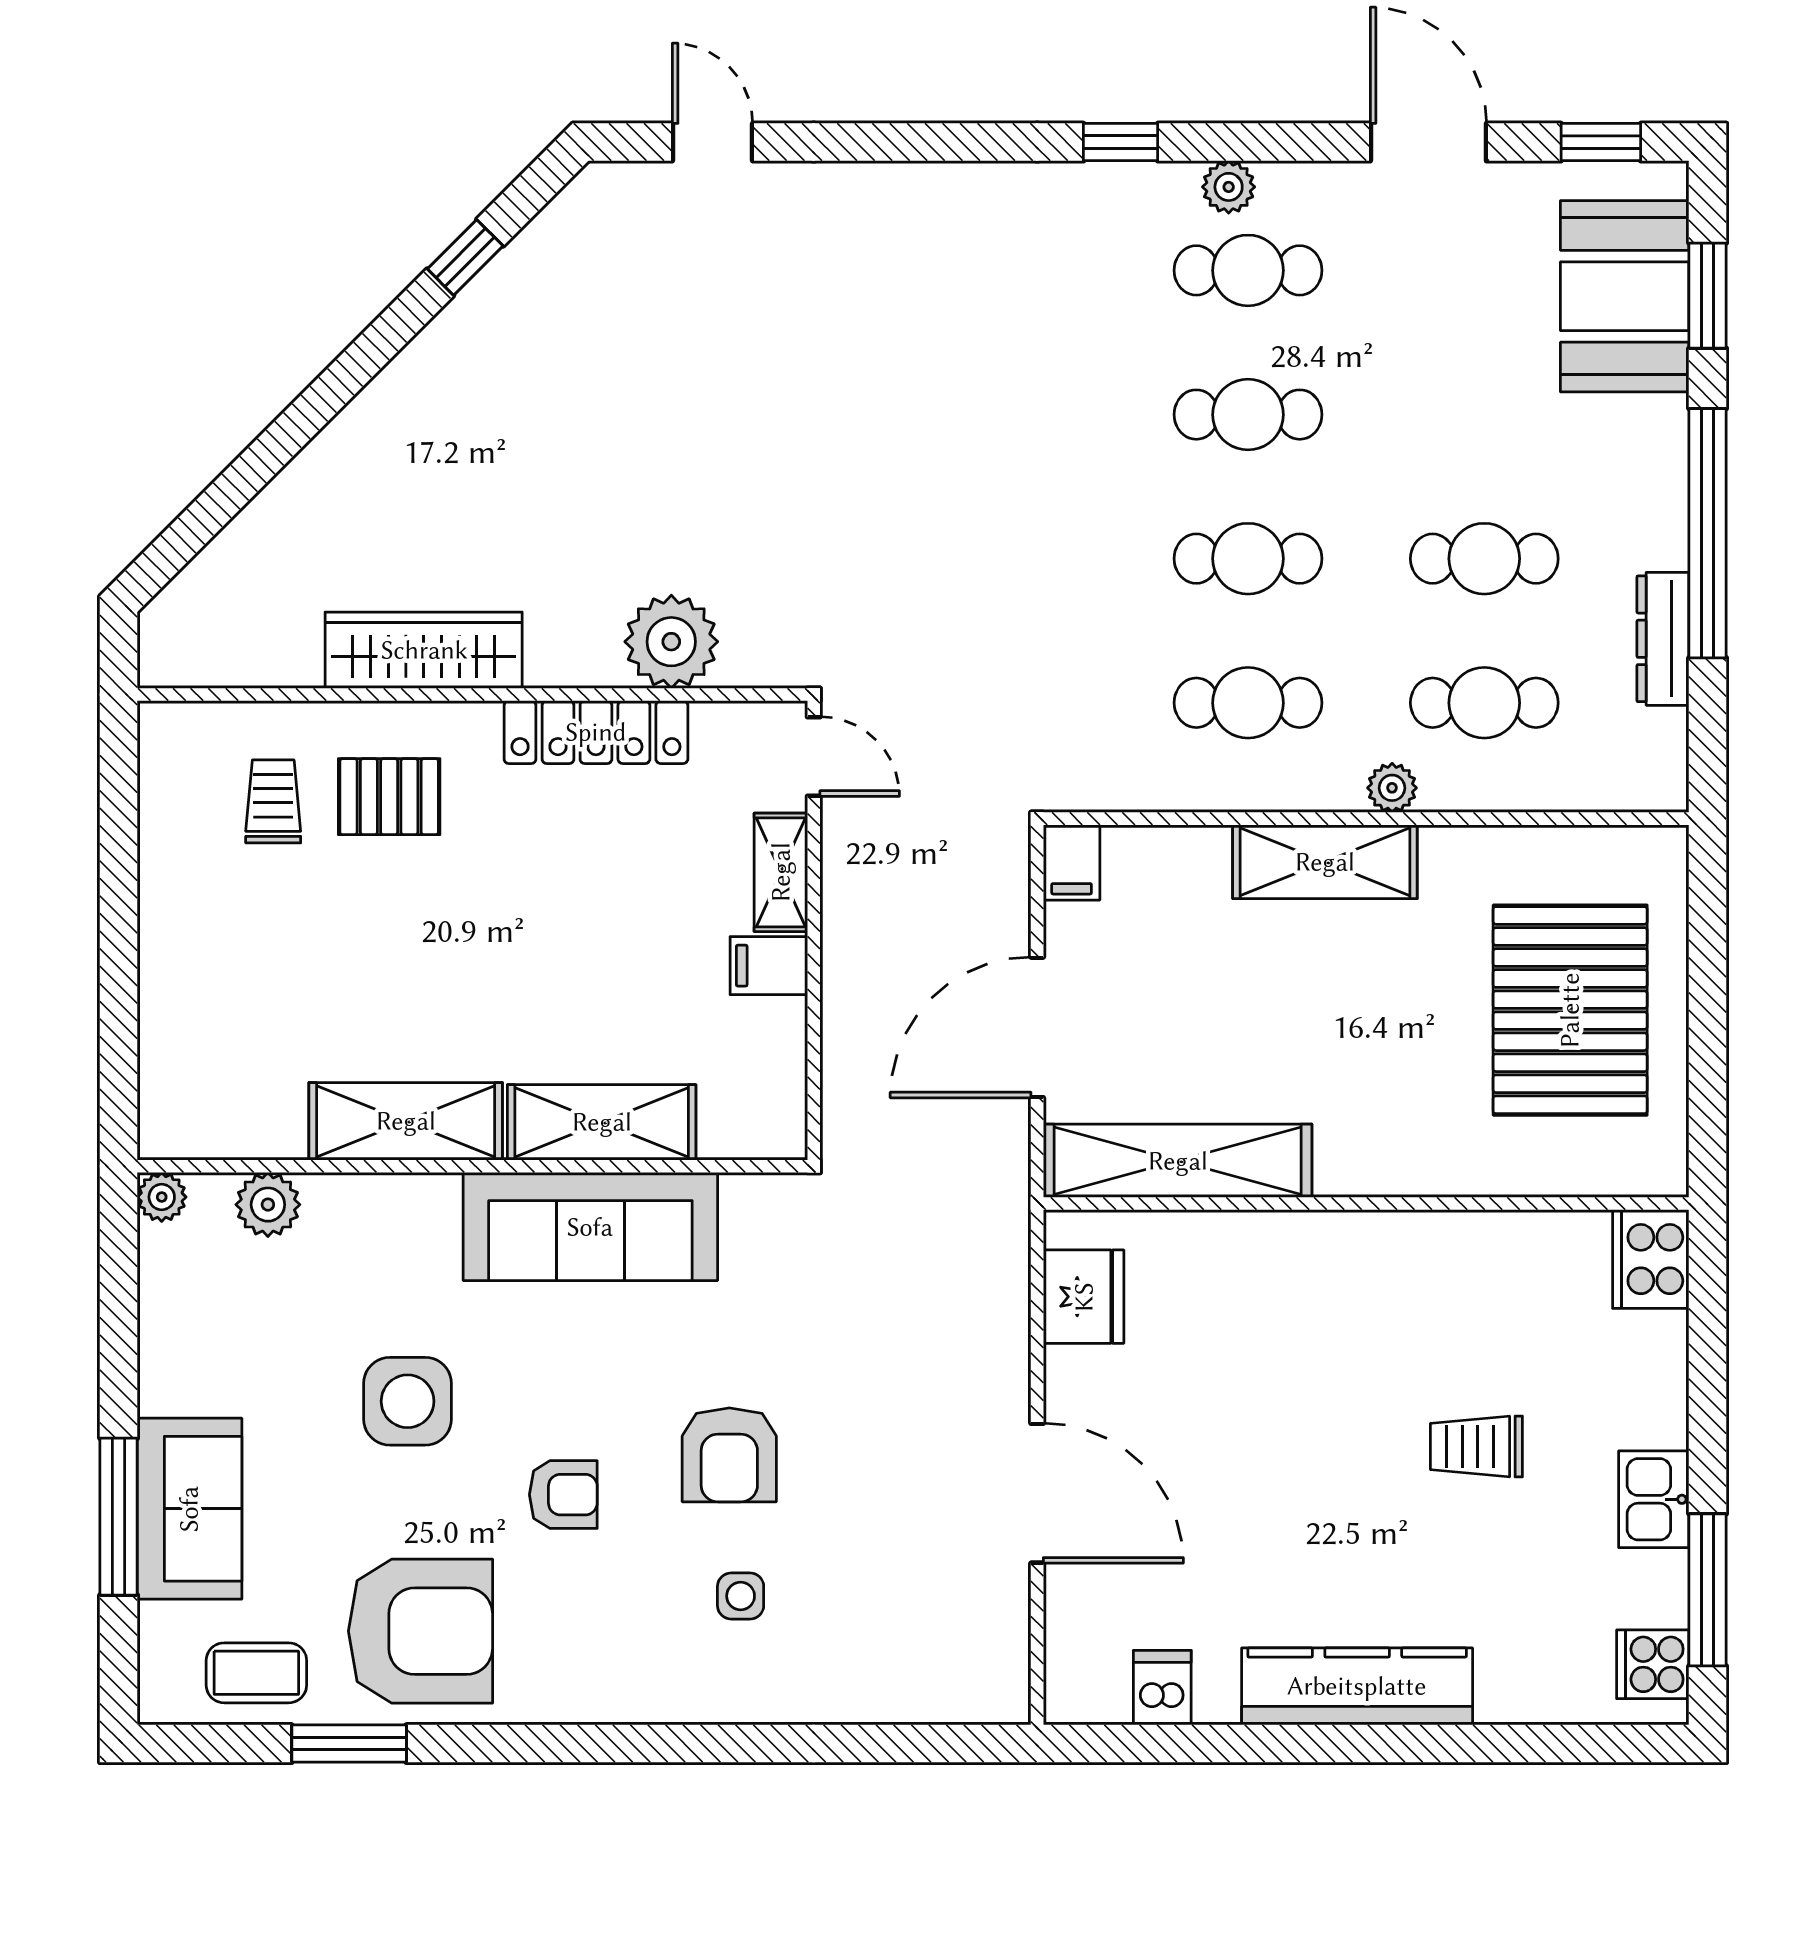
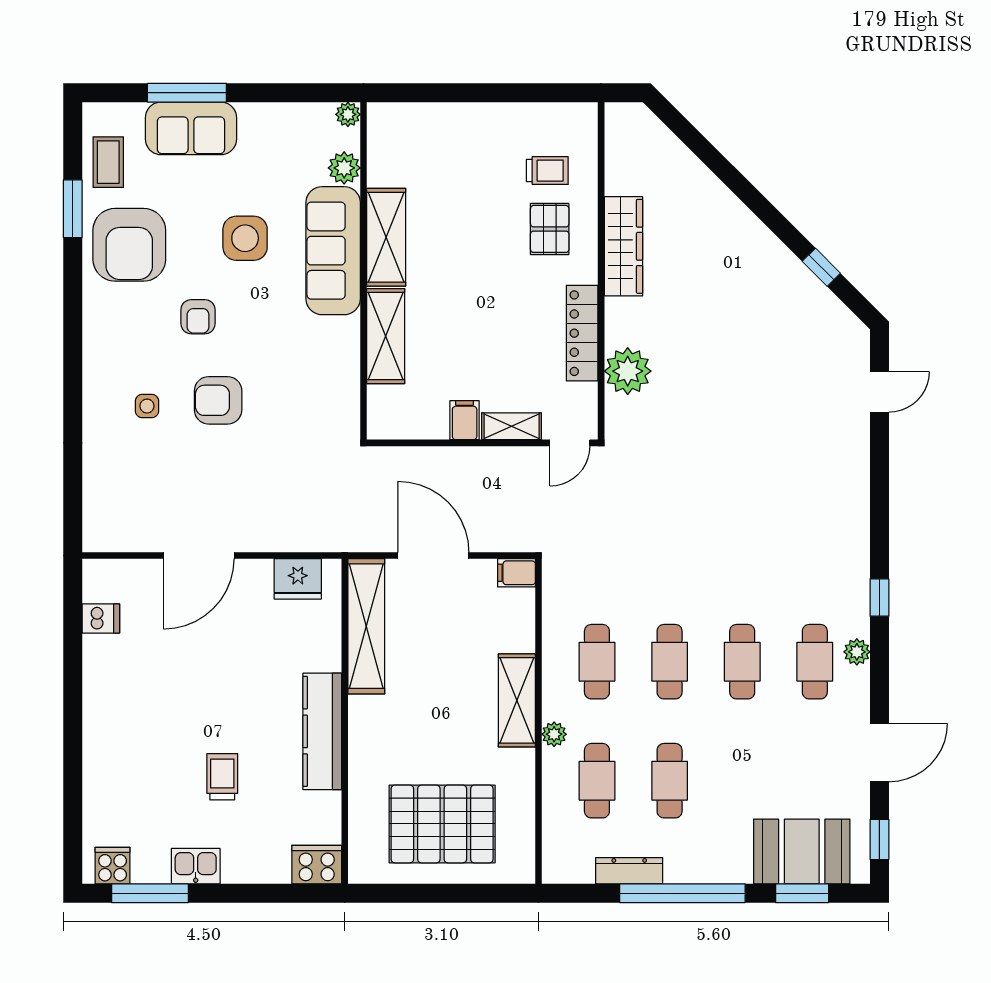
sofa: (590, 1227) -> (333, 251), moved
kitchen counter: (1357, 1686) -> (322, 731), moved, turned 180

